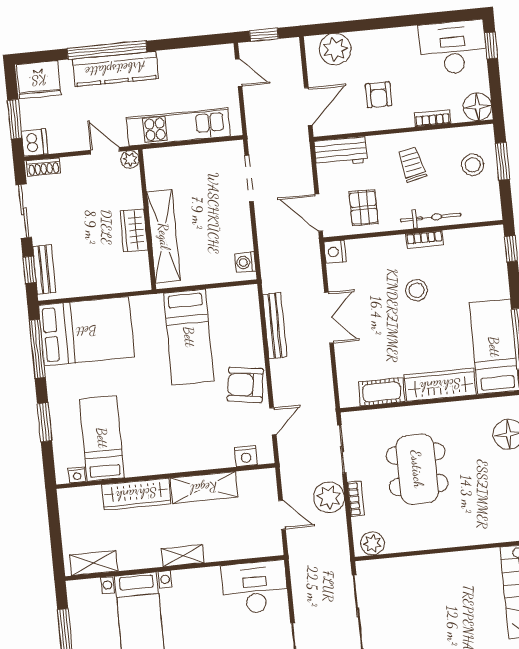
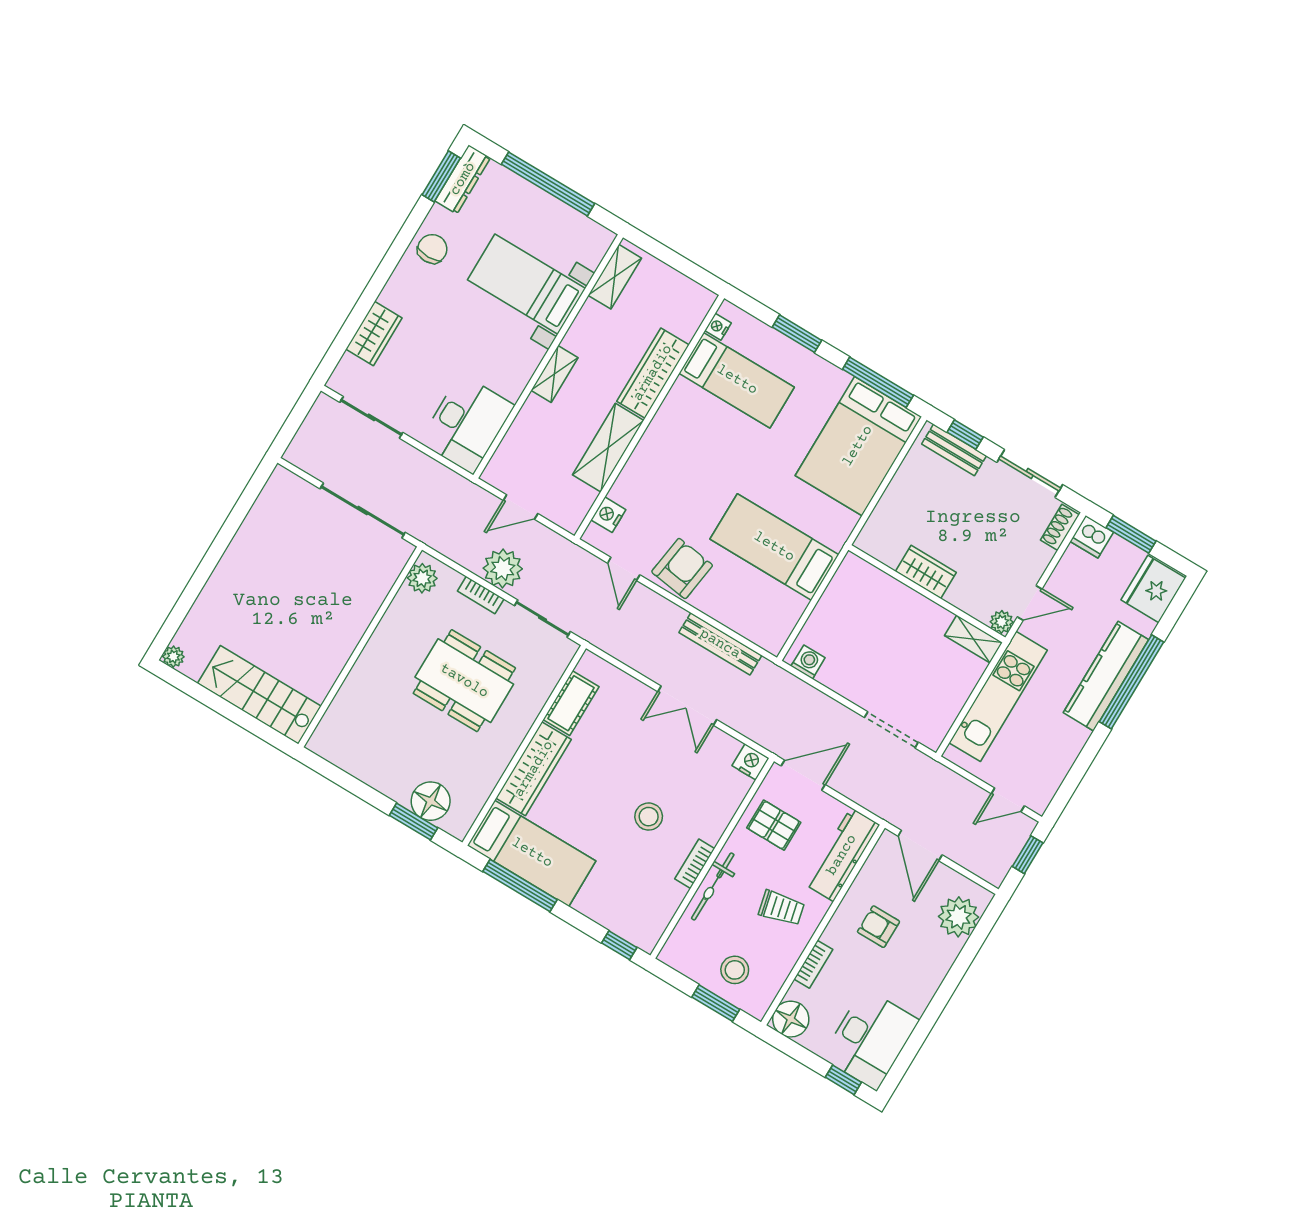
workbench: (341, 152) -> (842, 855), width x1.38
shelving: (164, 236) -> (973, 639), moved, width x0.45, depth x0.75

